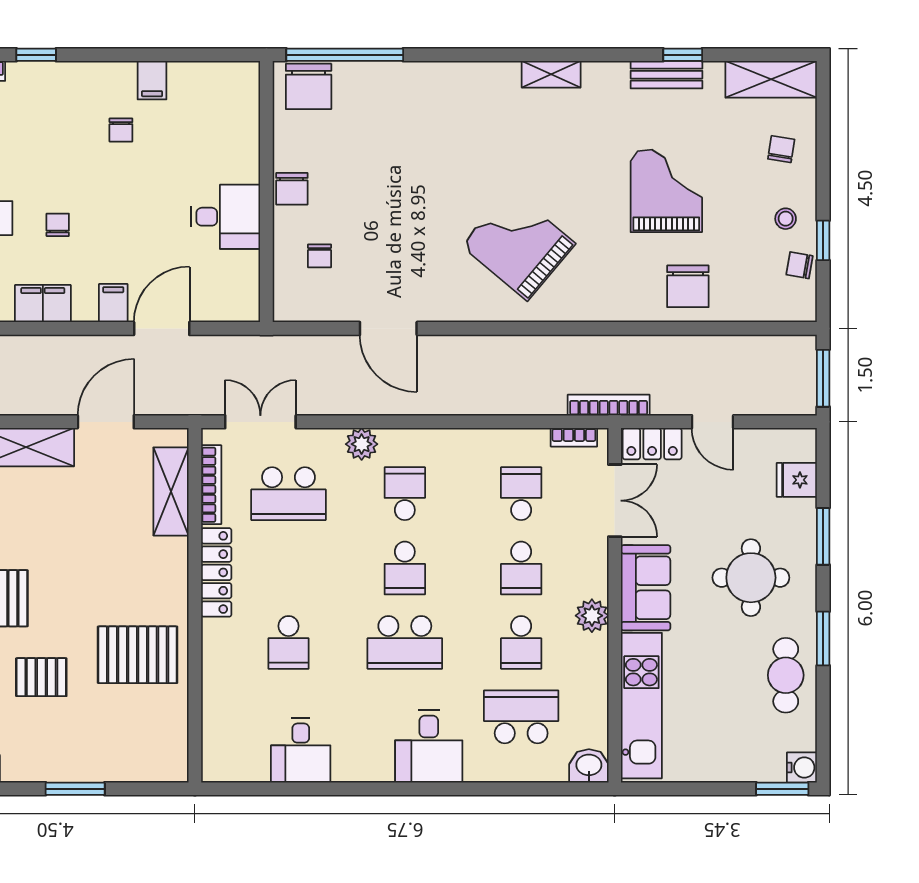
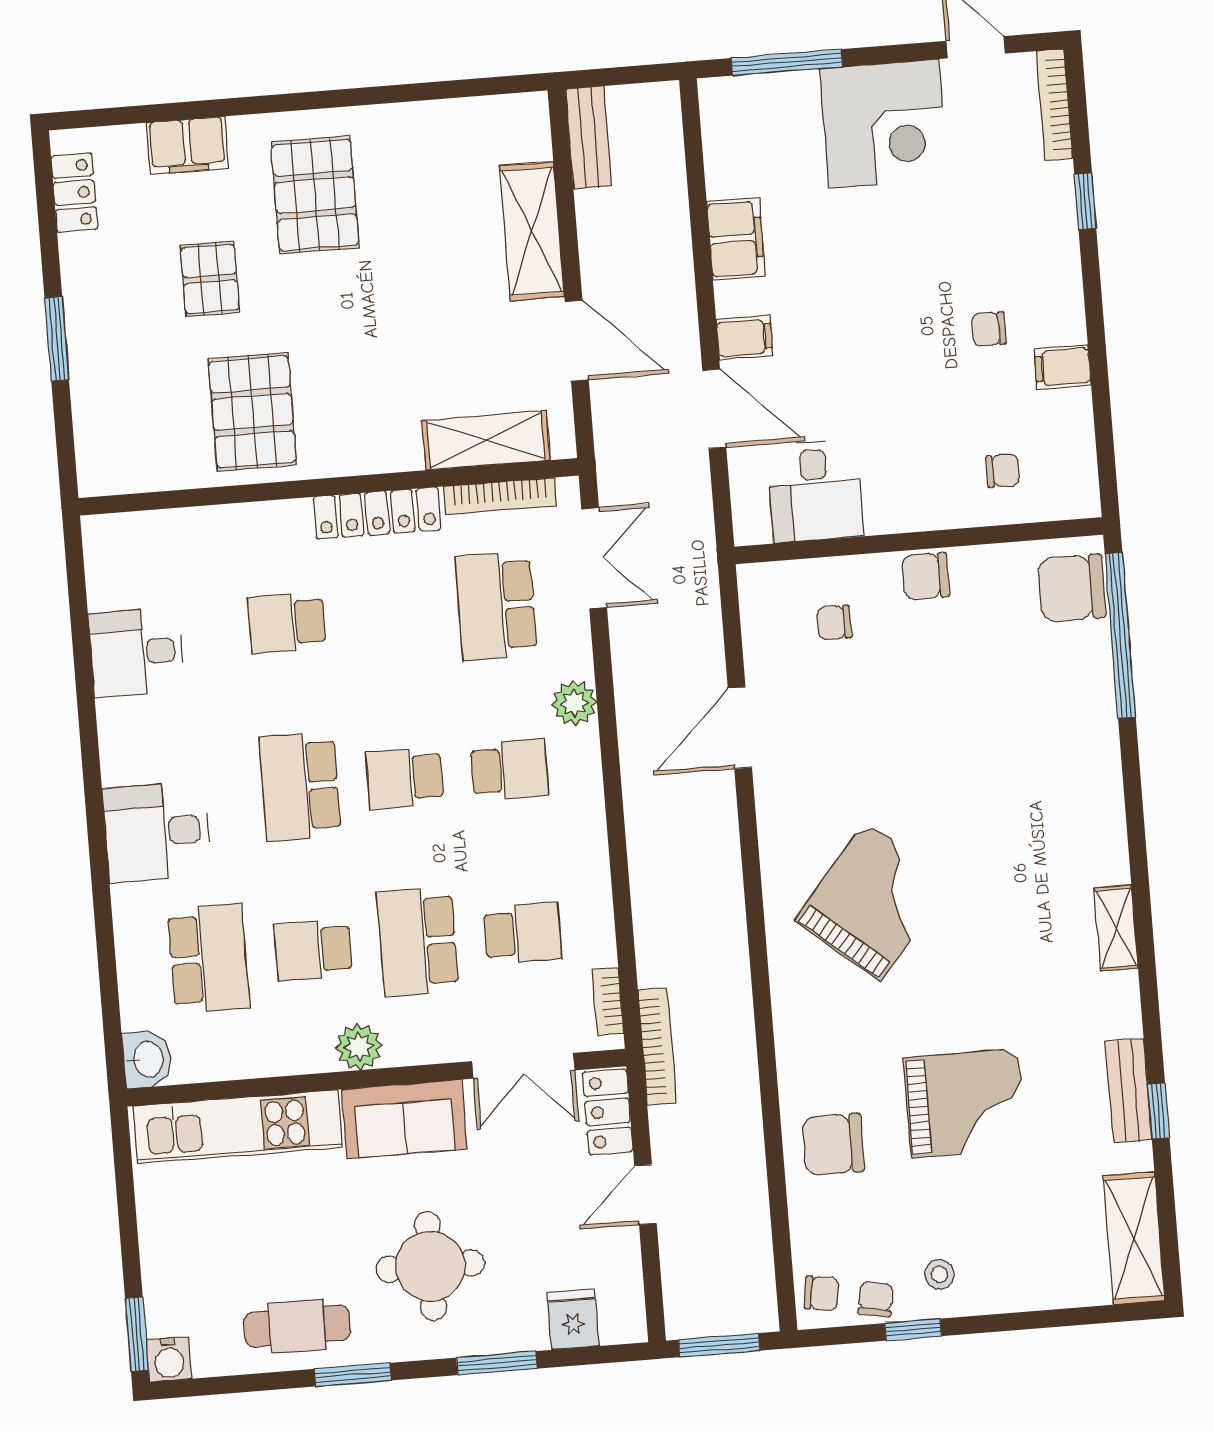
chair: (781, 149) -> (821, 1293), moved
desk: (226, 217) -> (815, 491), moved
chair: (58, 225) -> (1003, 471), moved
school desk: (521, 568) -> (418, 942), width x1.85

